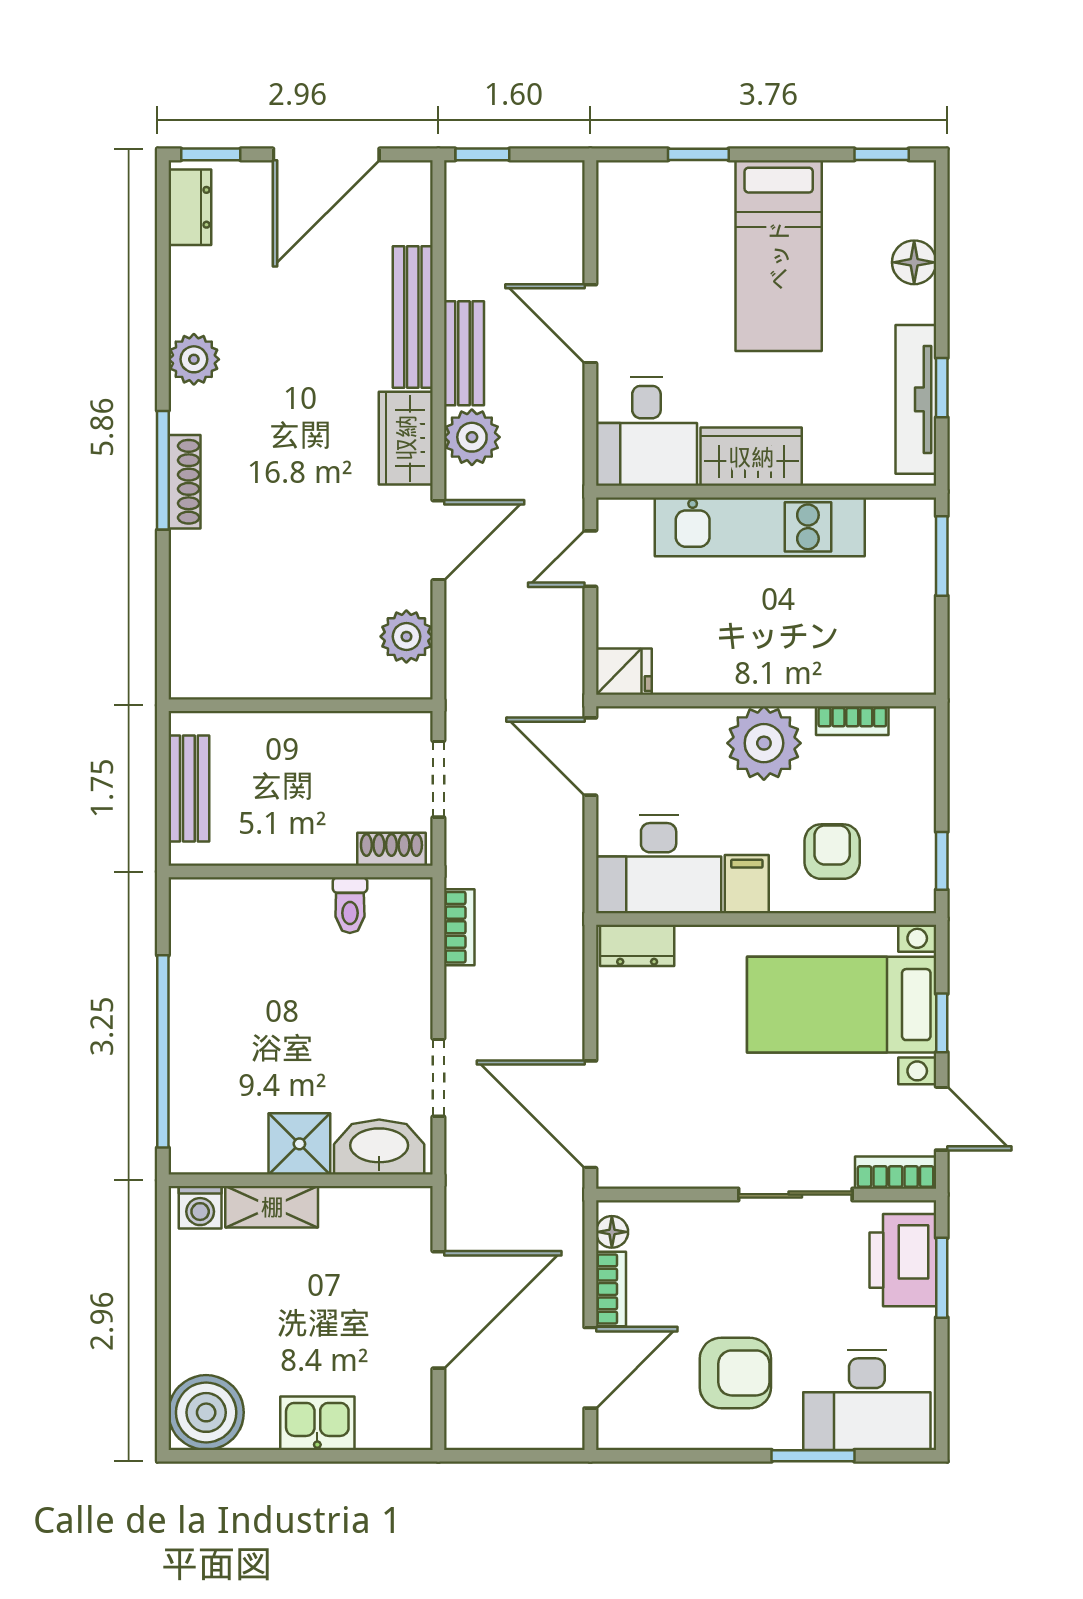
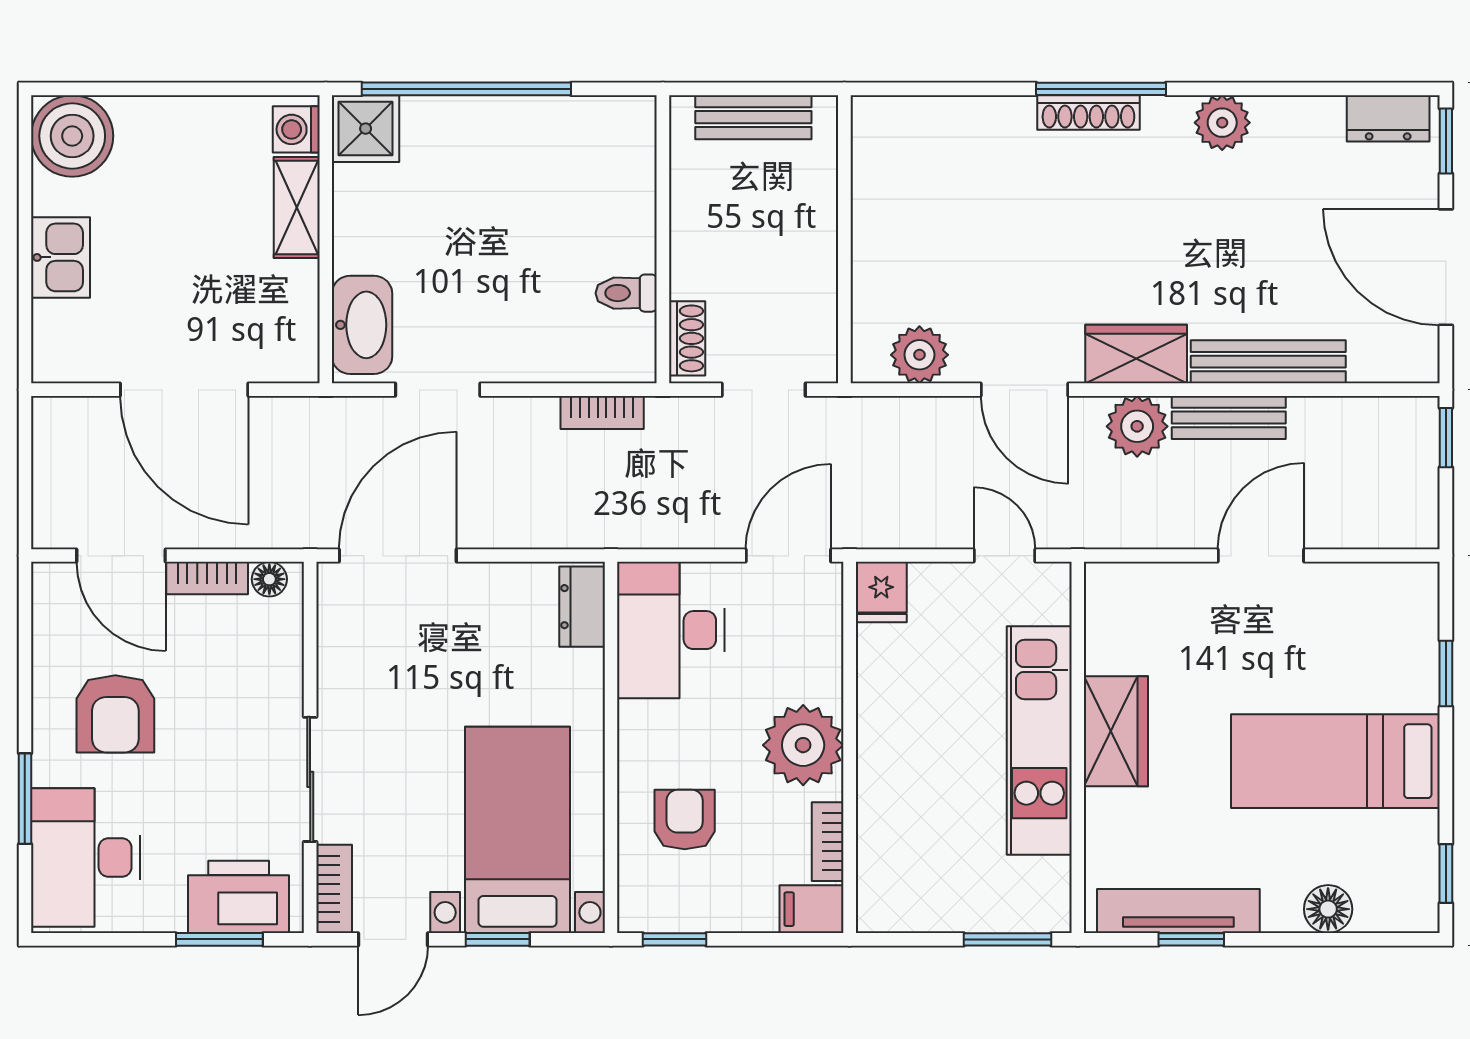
desk: (646, 431) -> (1143, 617), removed
armchair: (832, 852) -> (685, 820), turned -90
filing cabinet: (747, 884) -> (811, 909), moved, turned 180
shower: (299, 1144) -> (366, 129), moved

